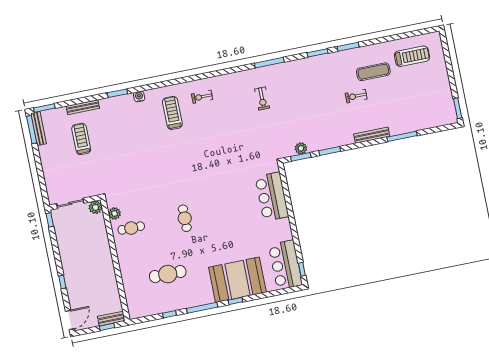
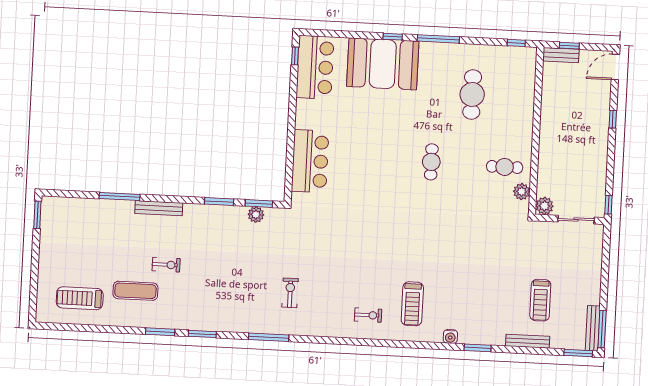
cafe table: (168, 274) -> (472, 94), turned 90
window: (169, 314) -> (516, 43), moved

